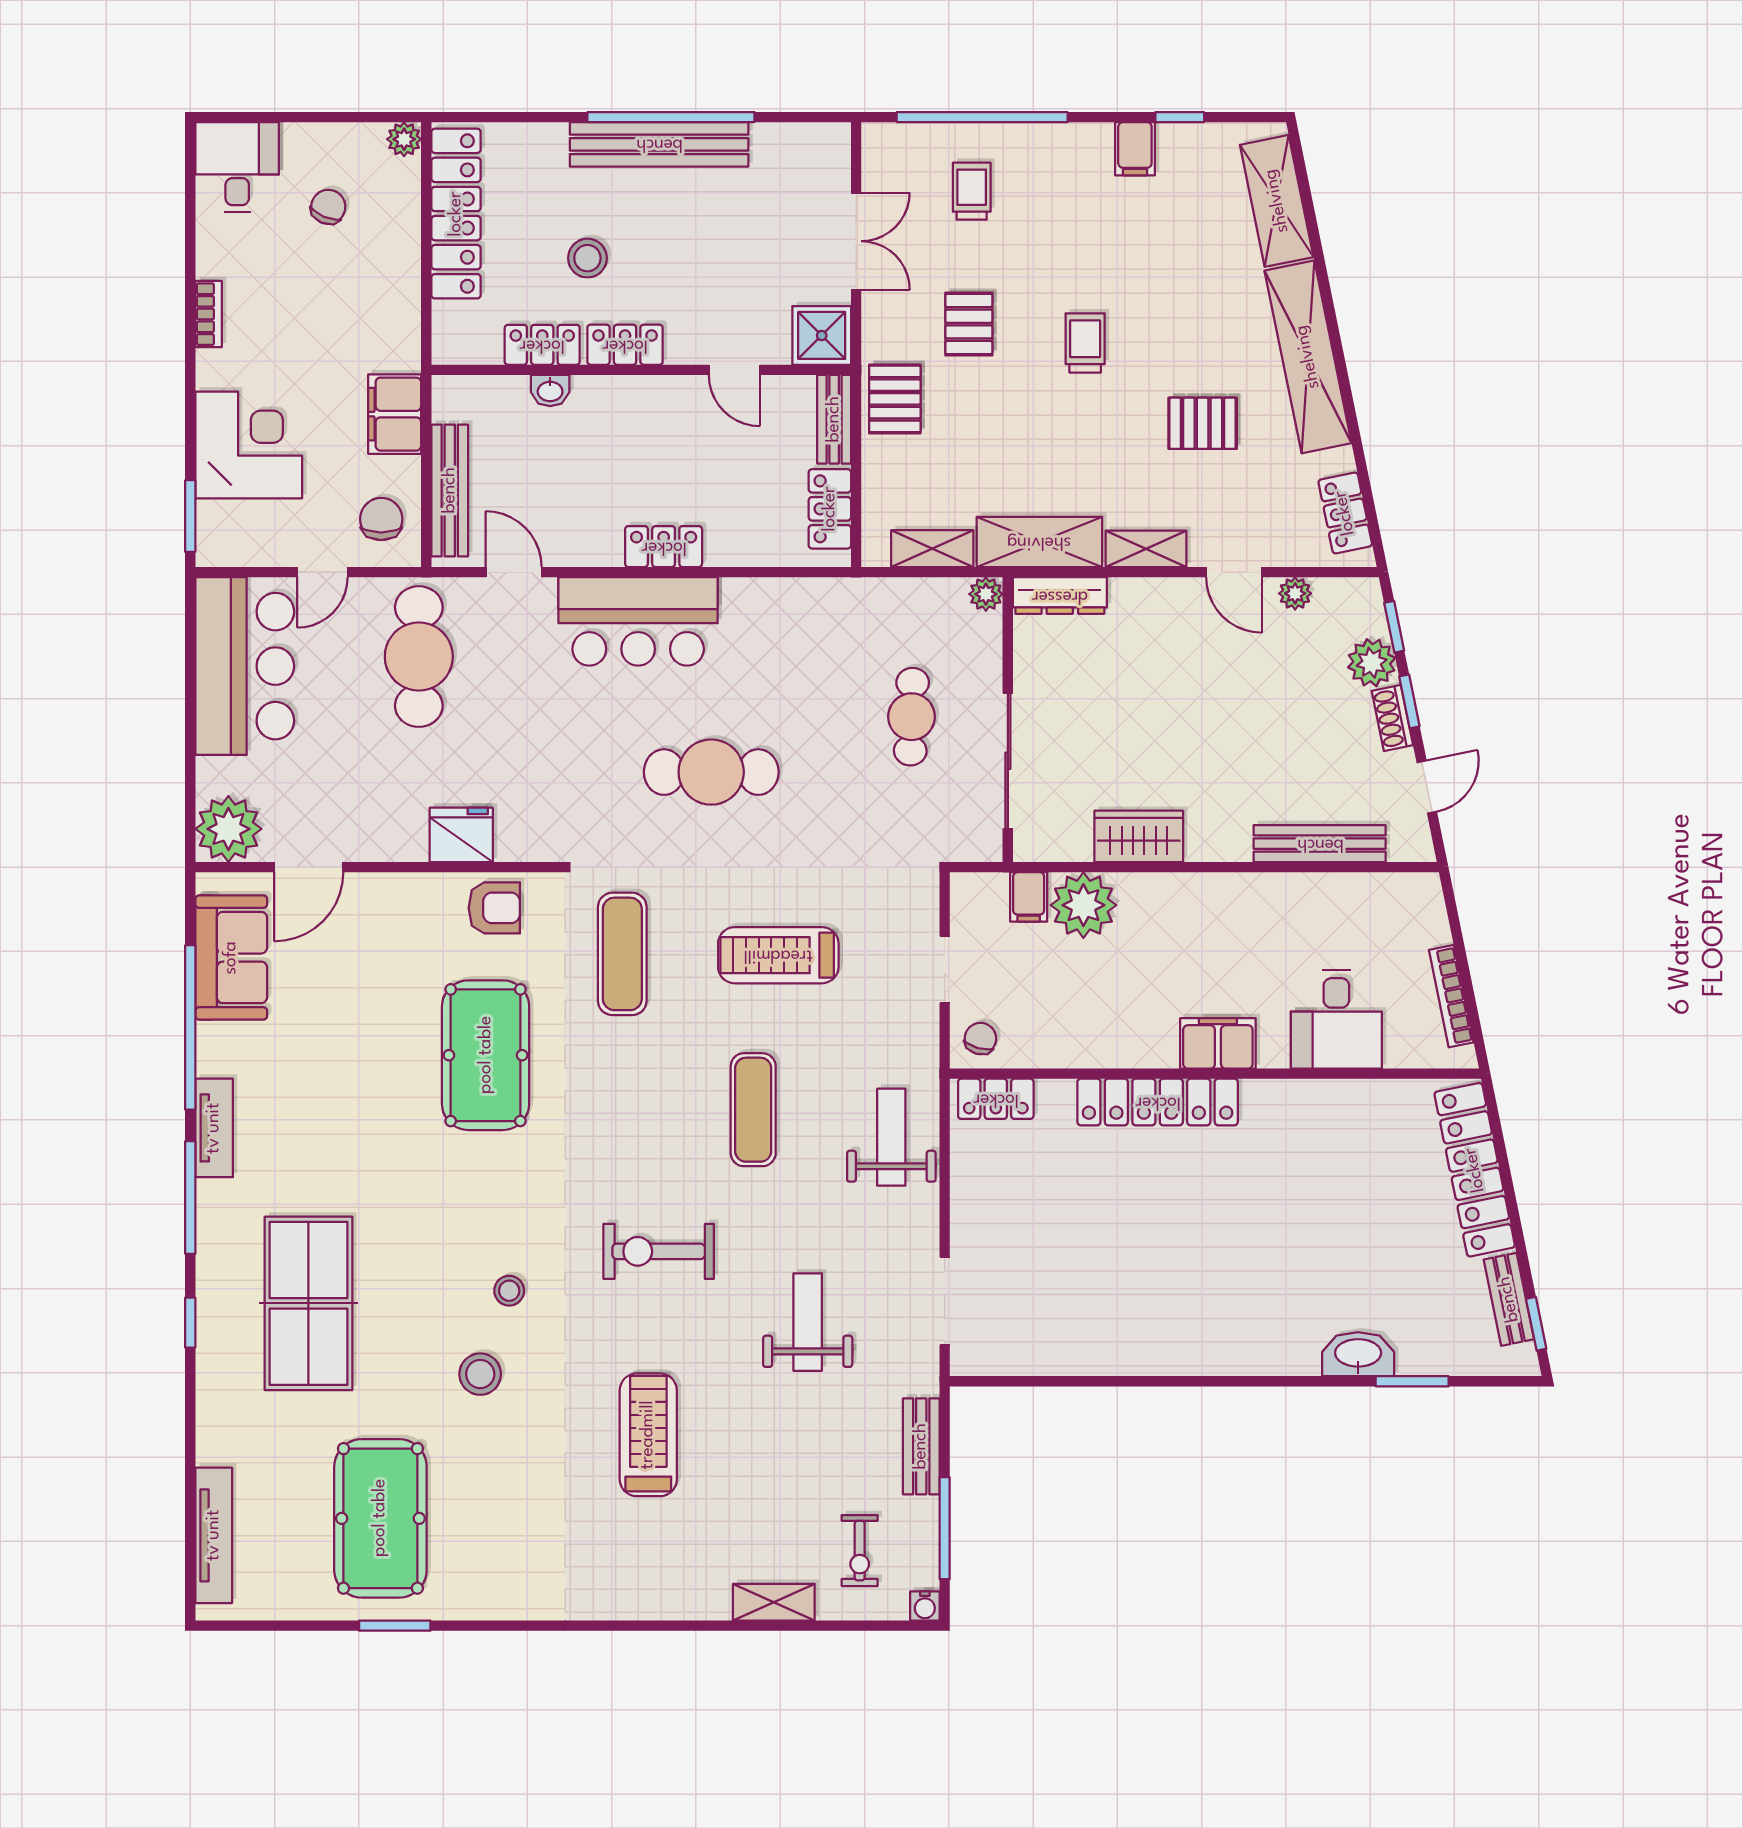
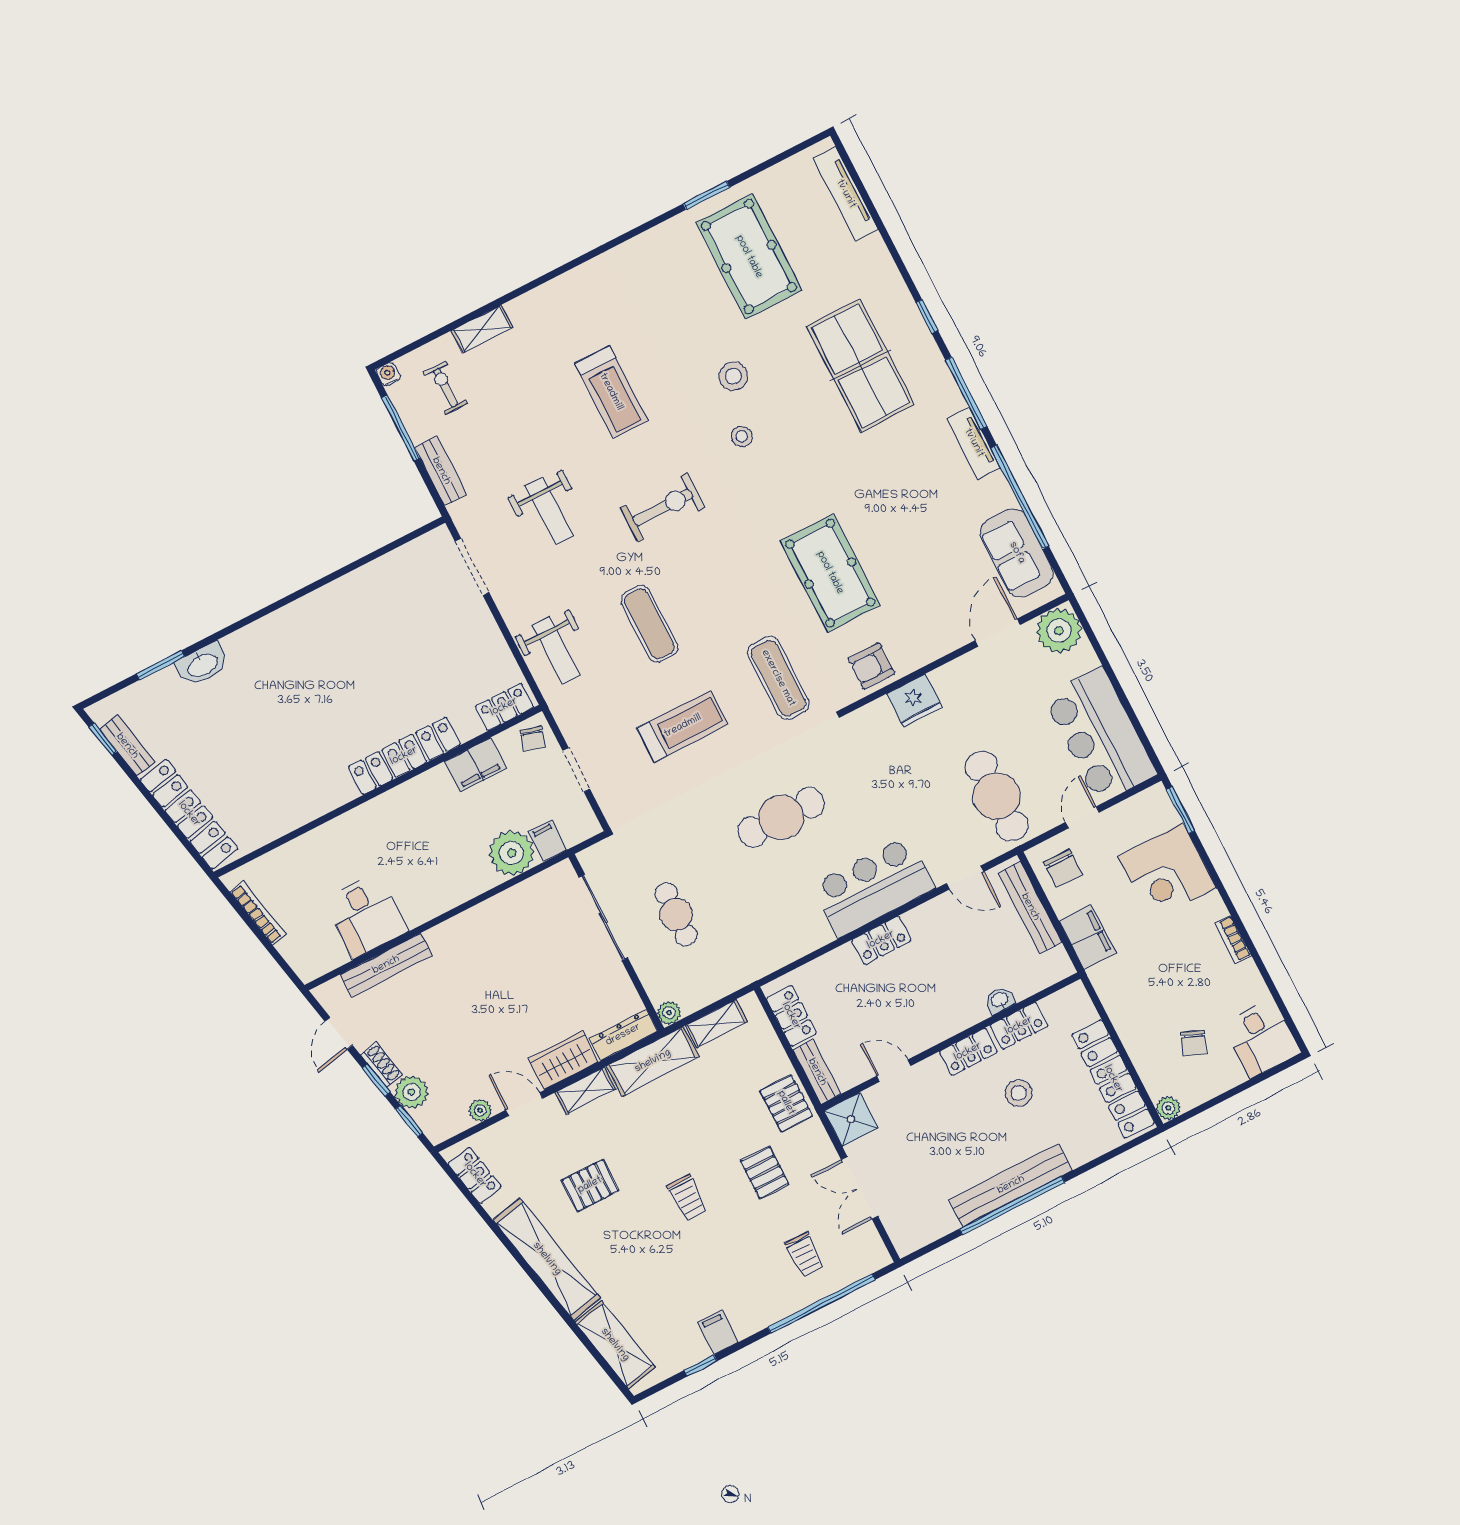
wardrobe: (1139, 836) -> (563, 1060), moved, turned 180
desk: (1336, 1019) -> (366, 915), moved, turned 180
filing cabinet: (1218, 1043) -> (475, 765), moved

